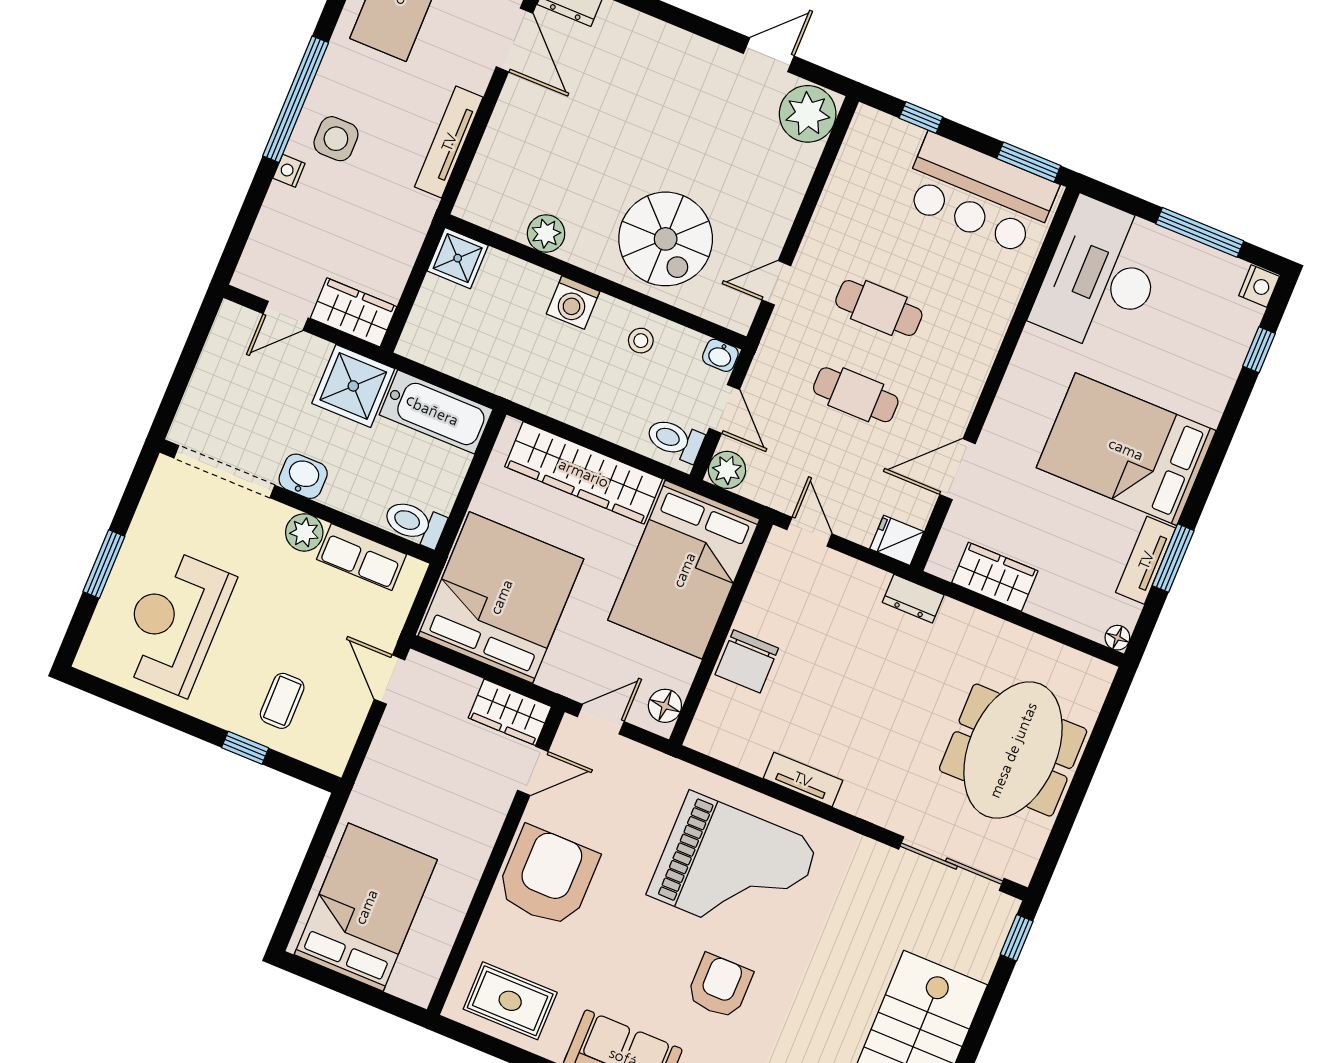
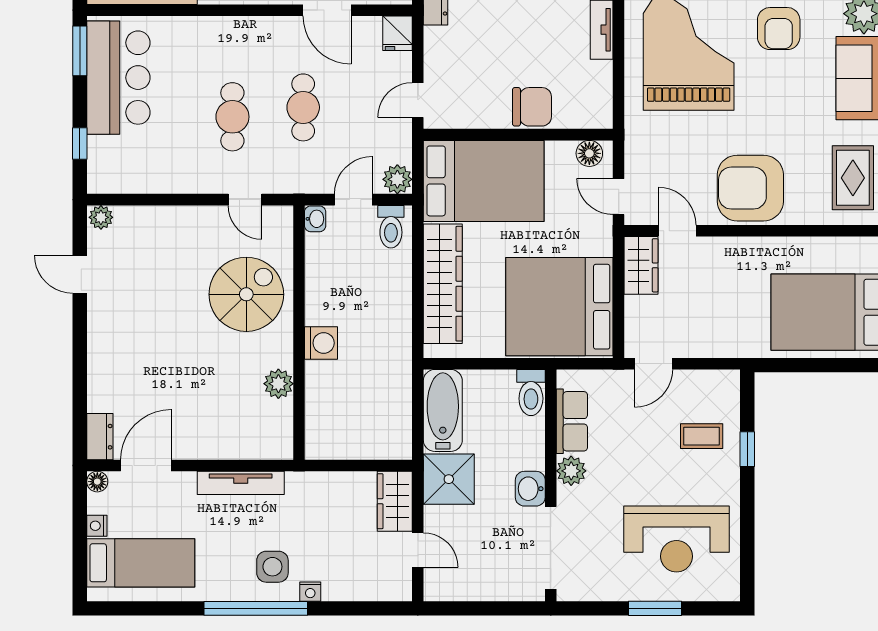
plant: (808, 114) -> (101, 217), width x0.53, depth x0.53
shower: (458, 258) -> (323, 441), removed
stool: (641, 341) -> (328, 282), removed
armchair: (720, 986) -> (779, 29), turned -90

